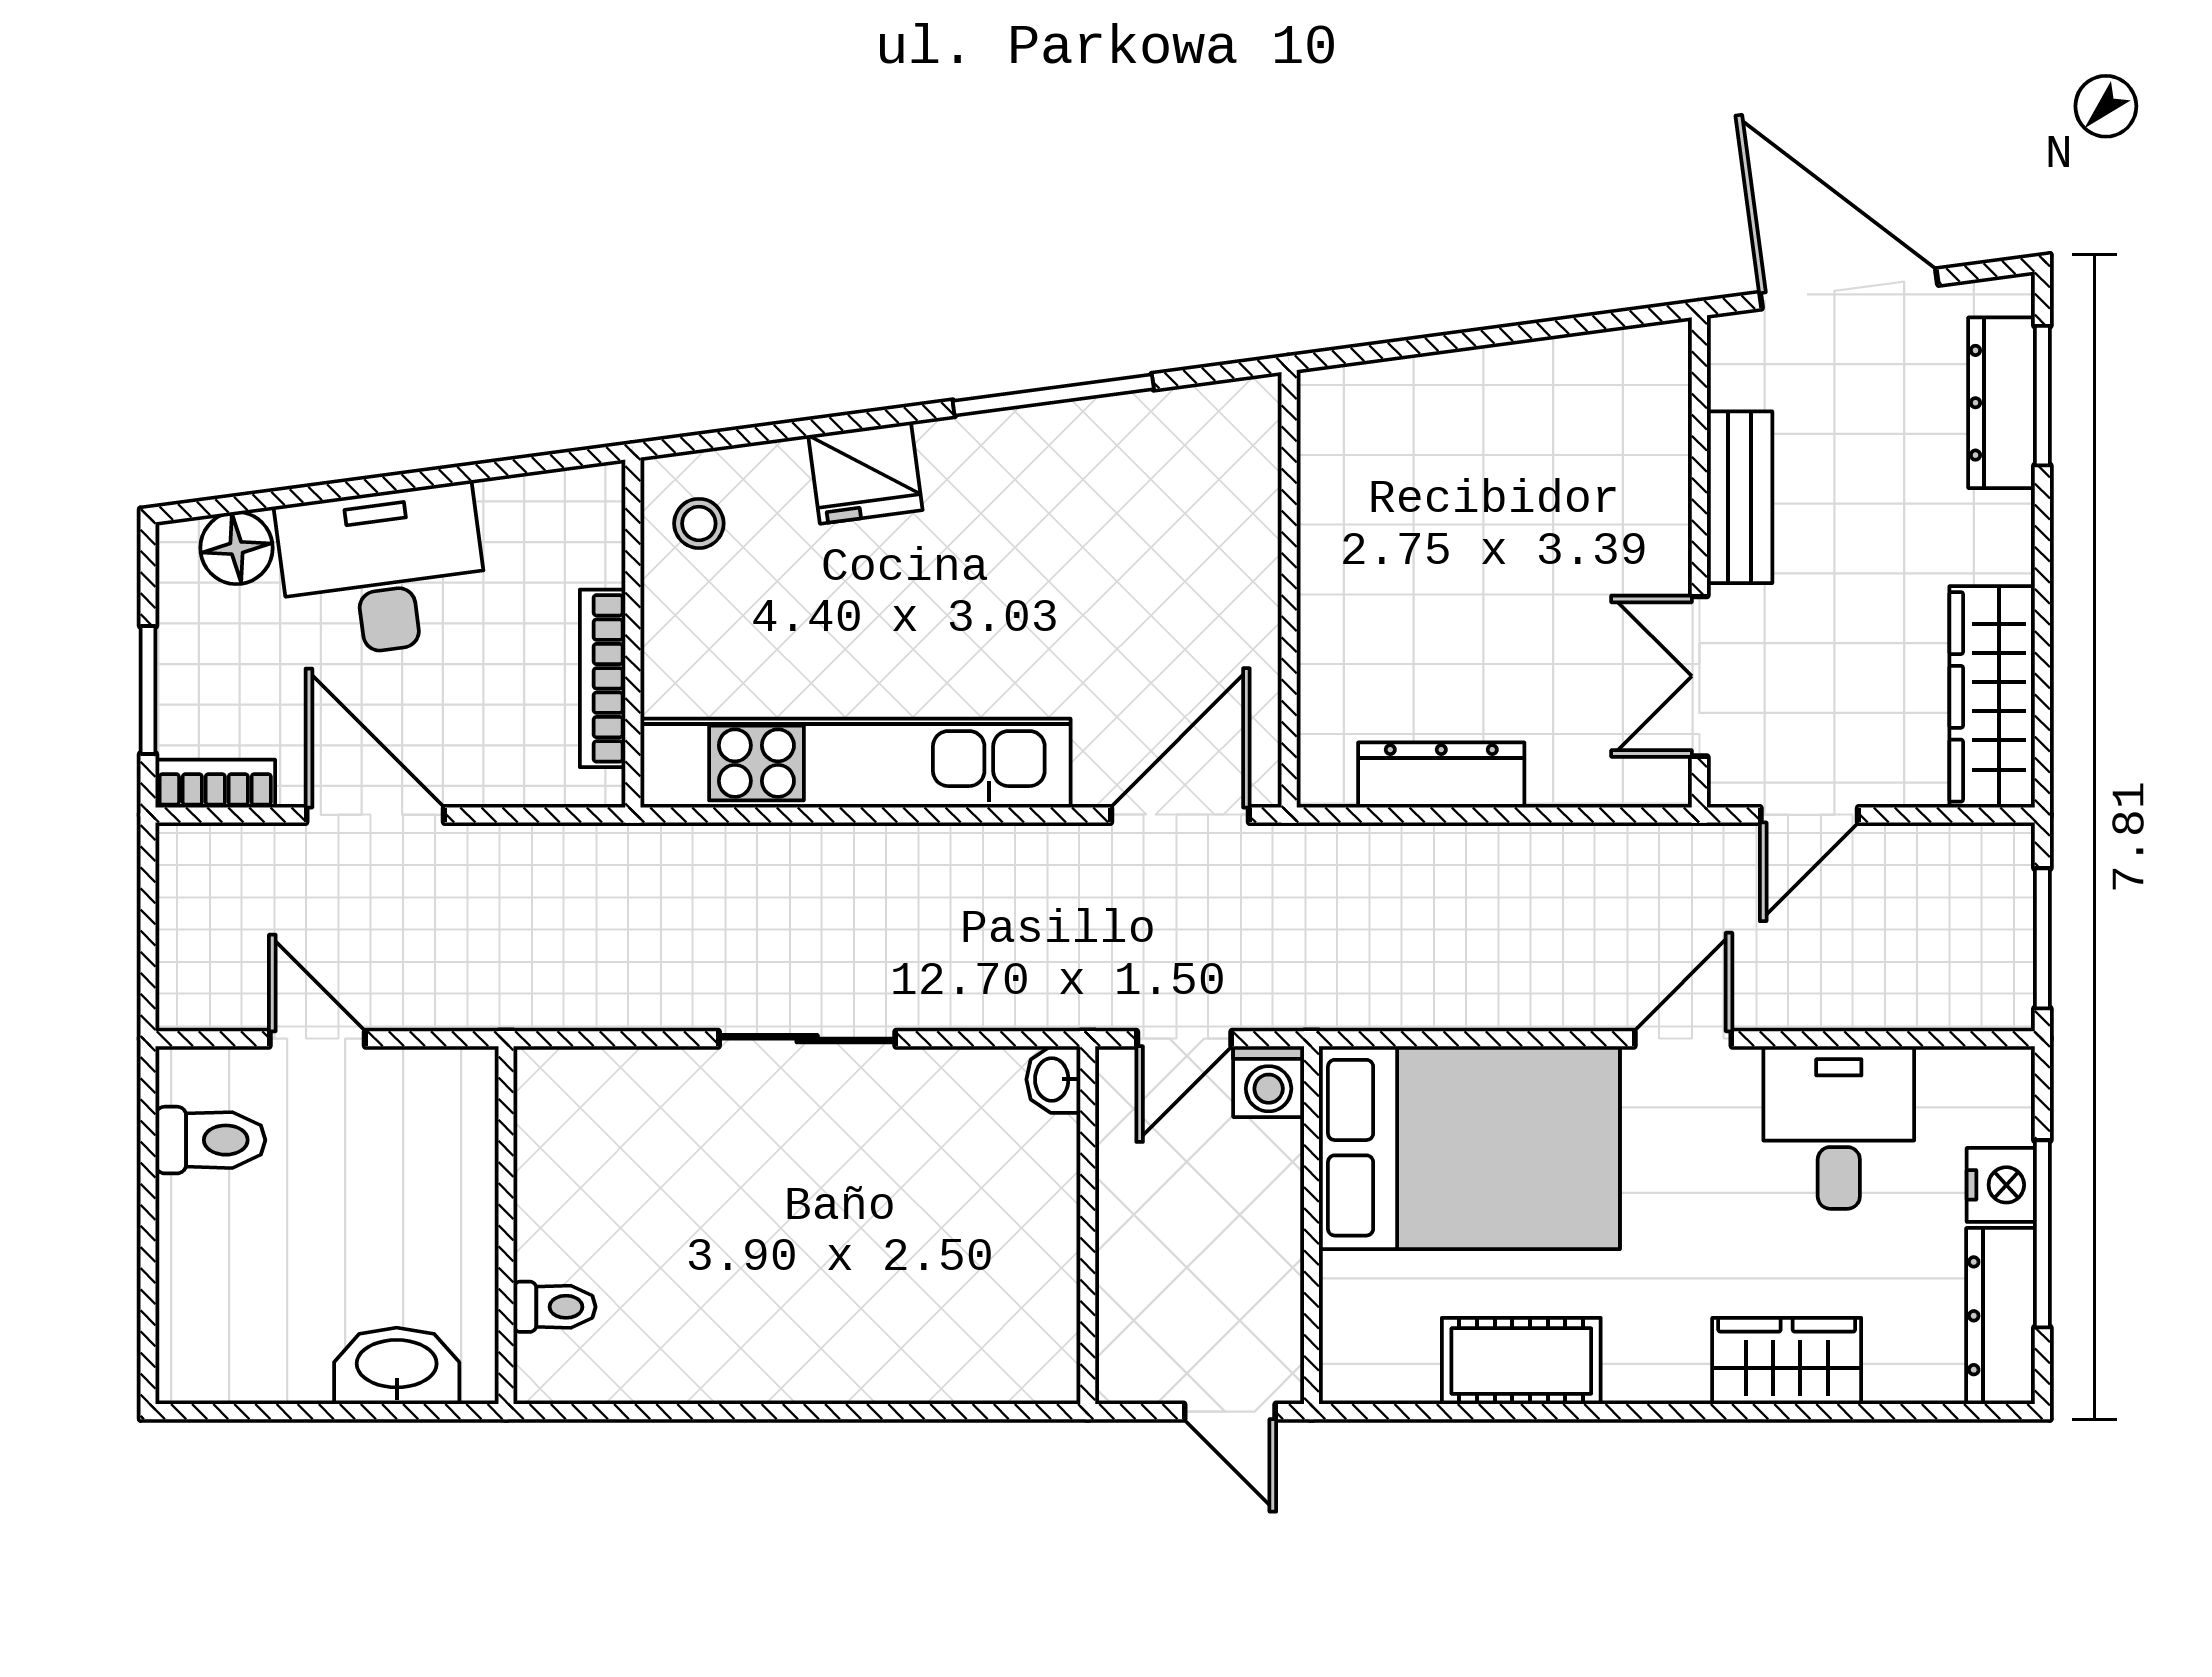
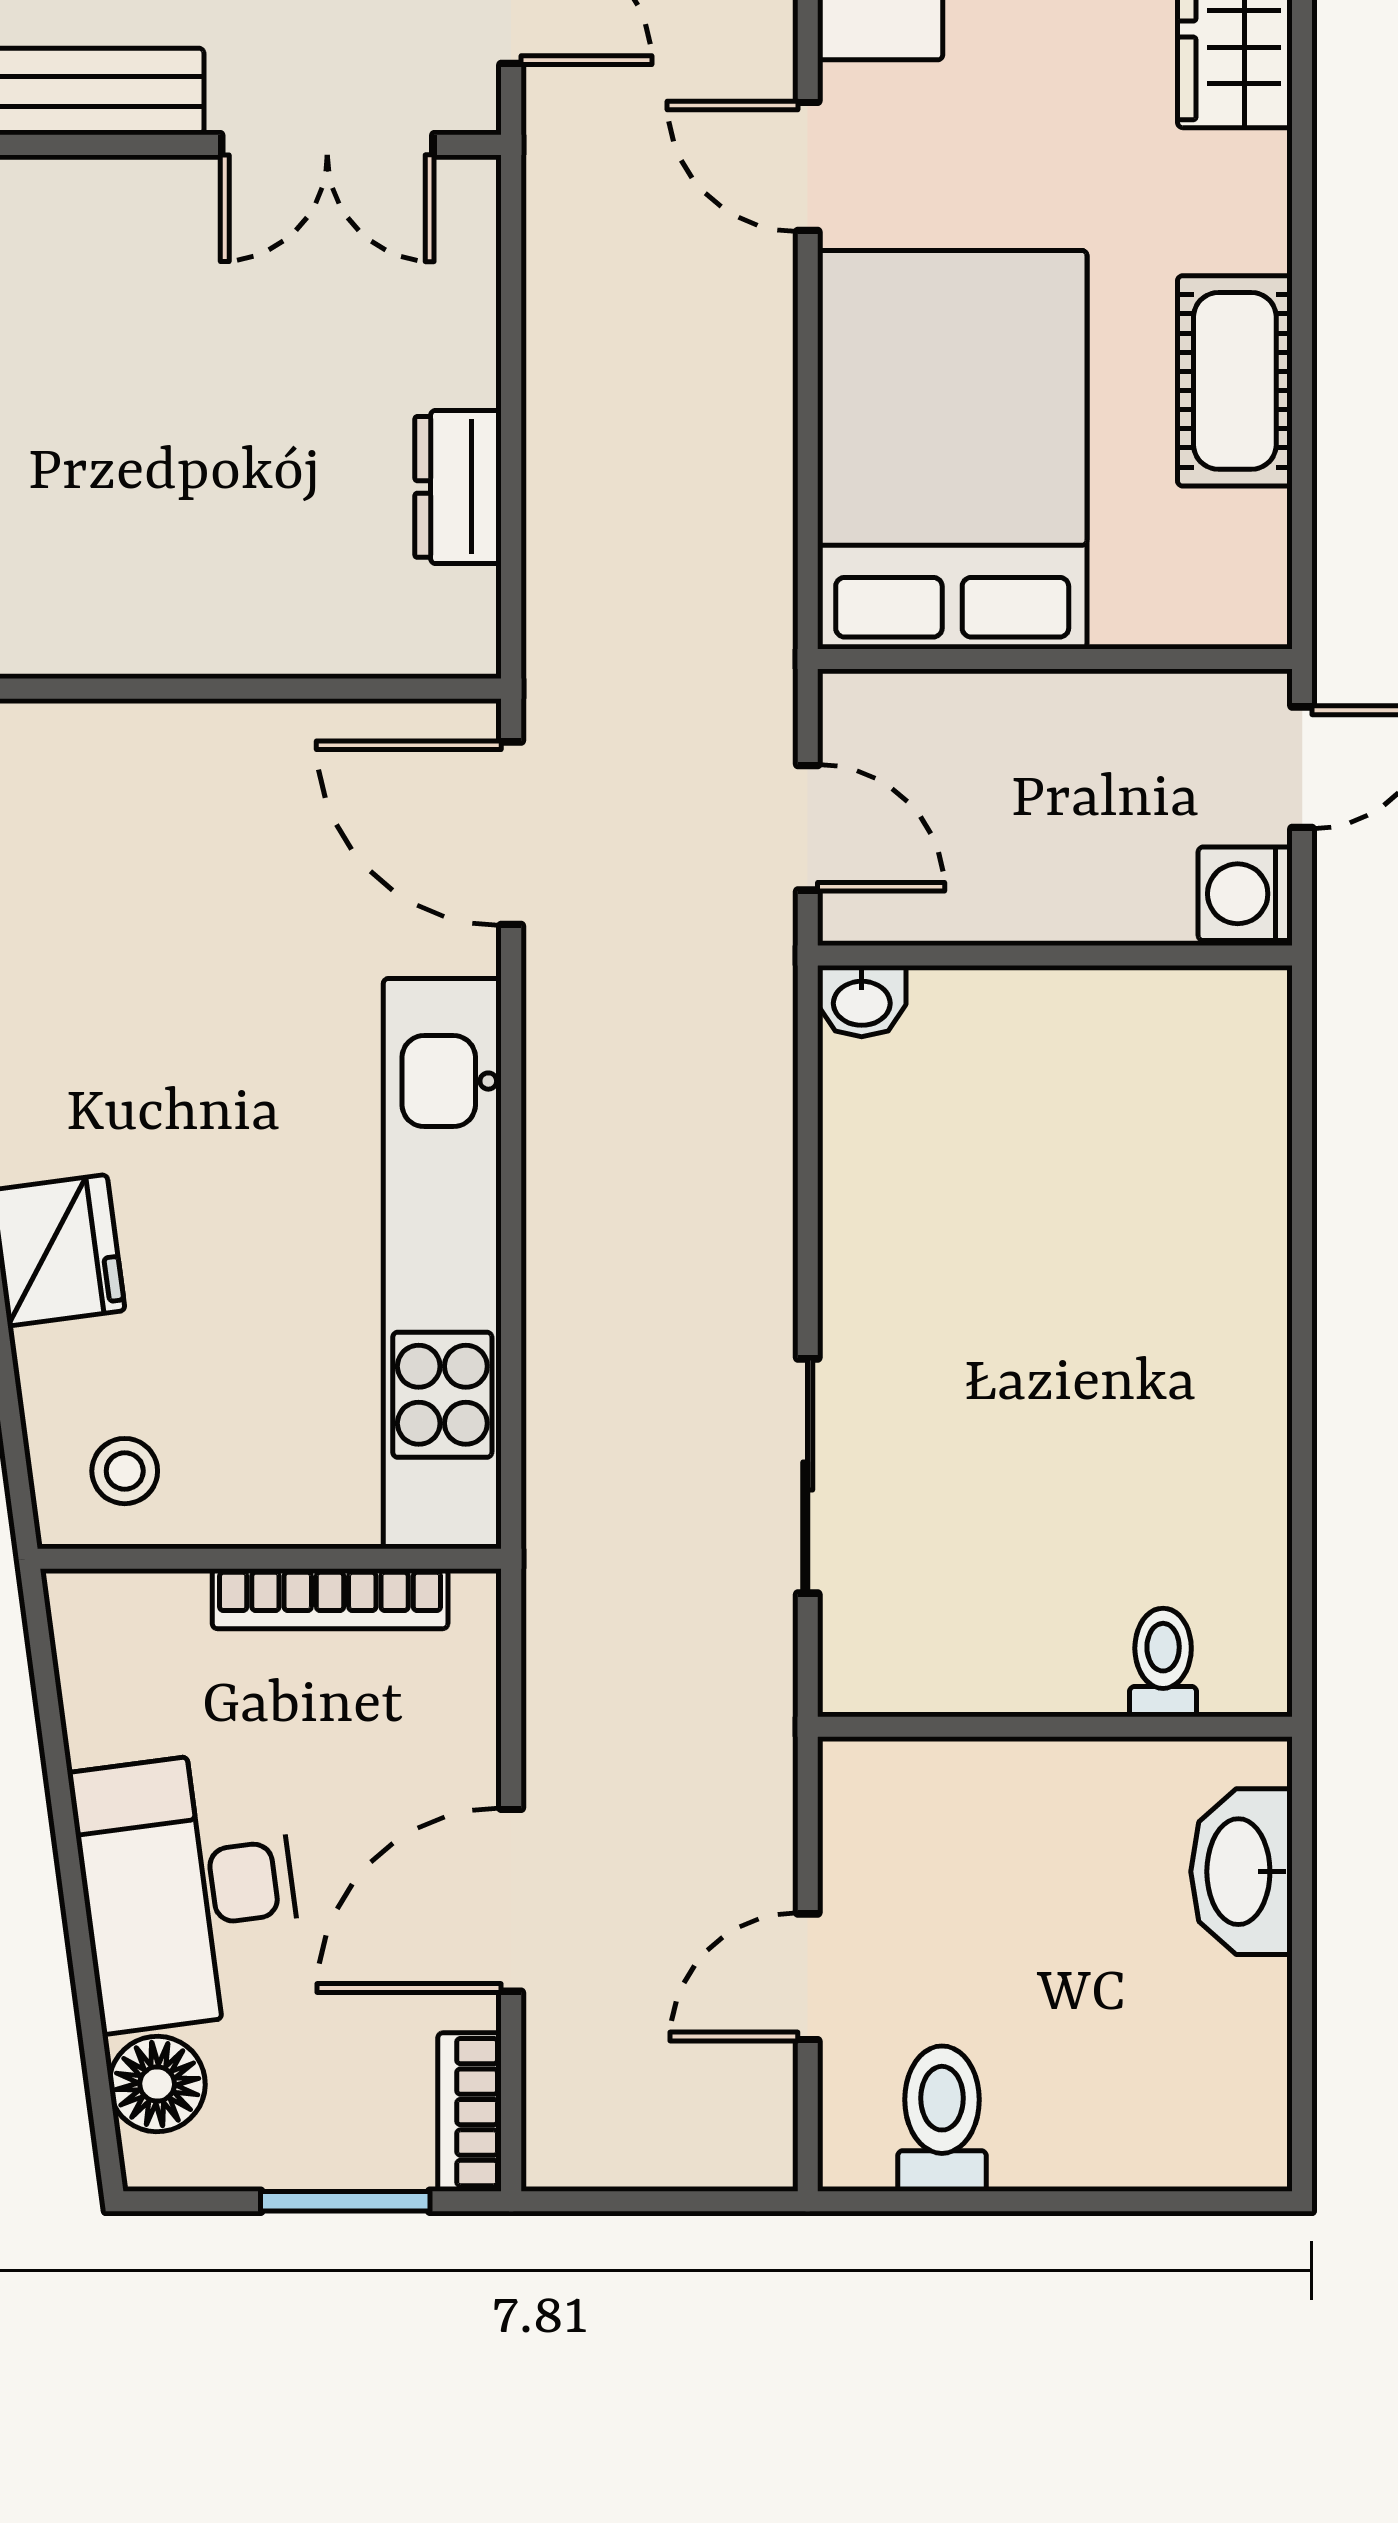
dresser: (1441, 775) -> (458, 487), width x0.70
sliding door: (807, 1039) -> (808, 1476), moved
washing machine: (1269, 1082) -> (1245, 894), moved, turned 180

